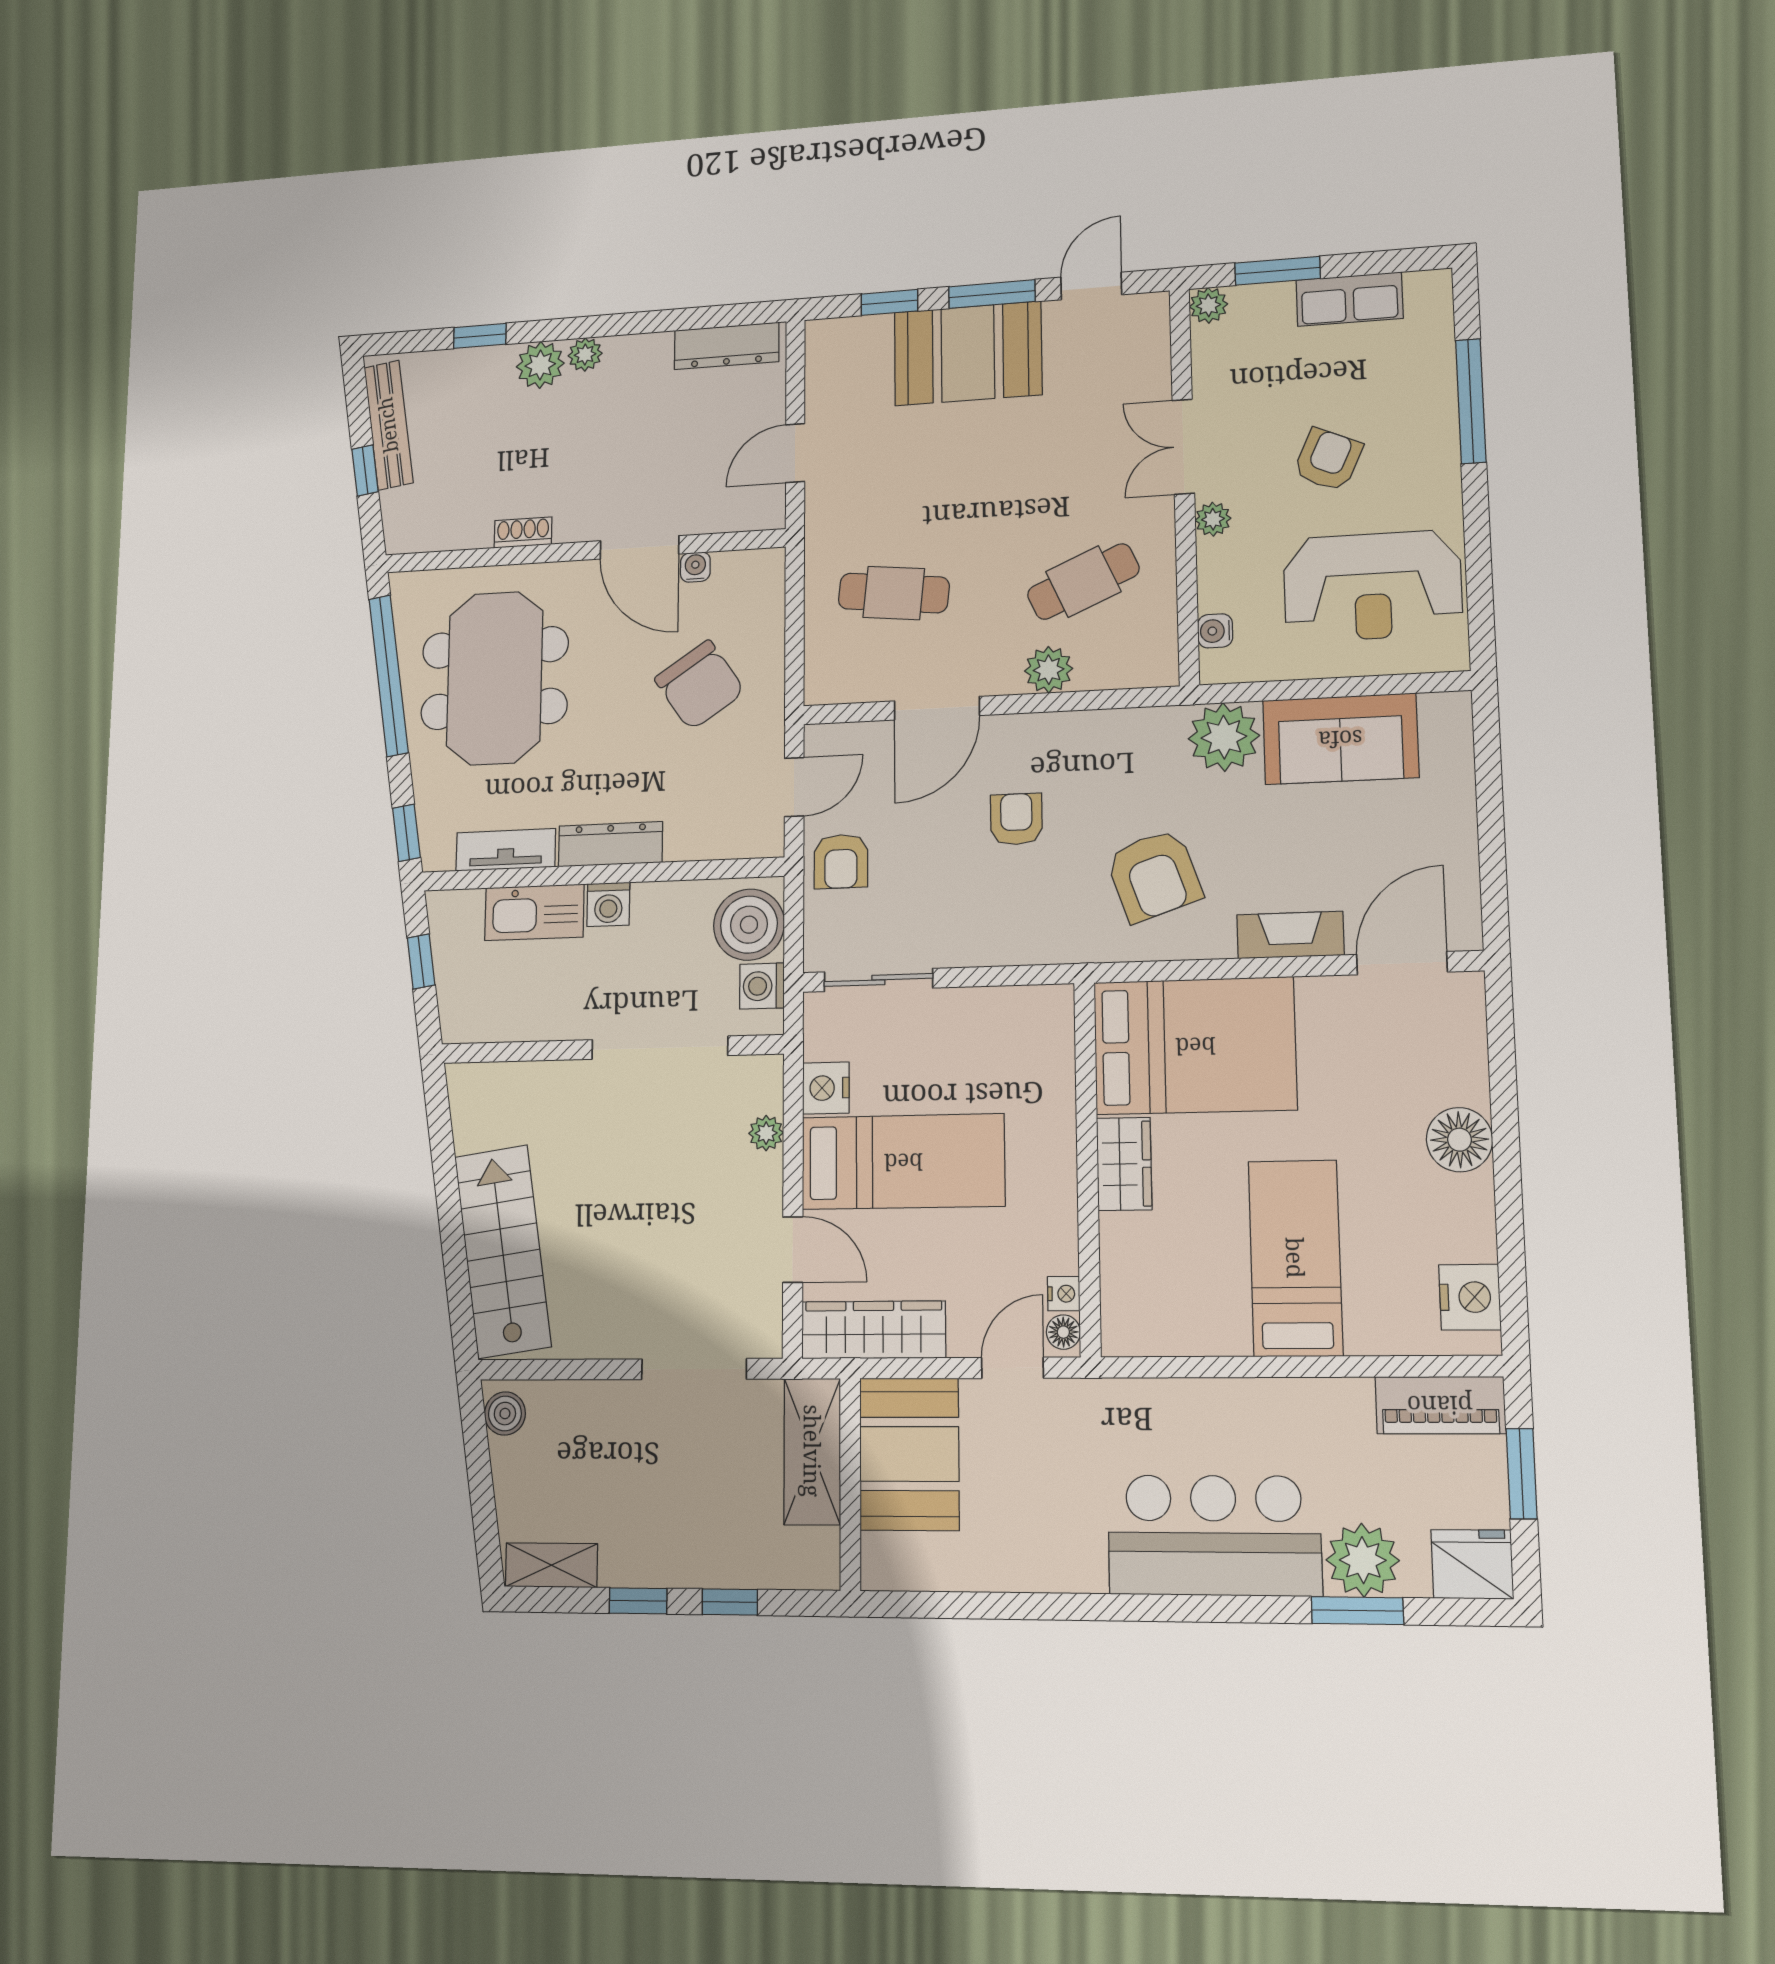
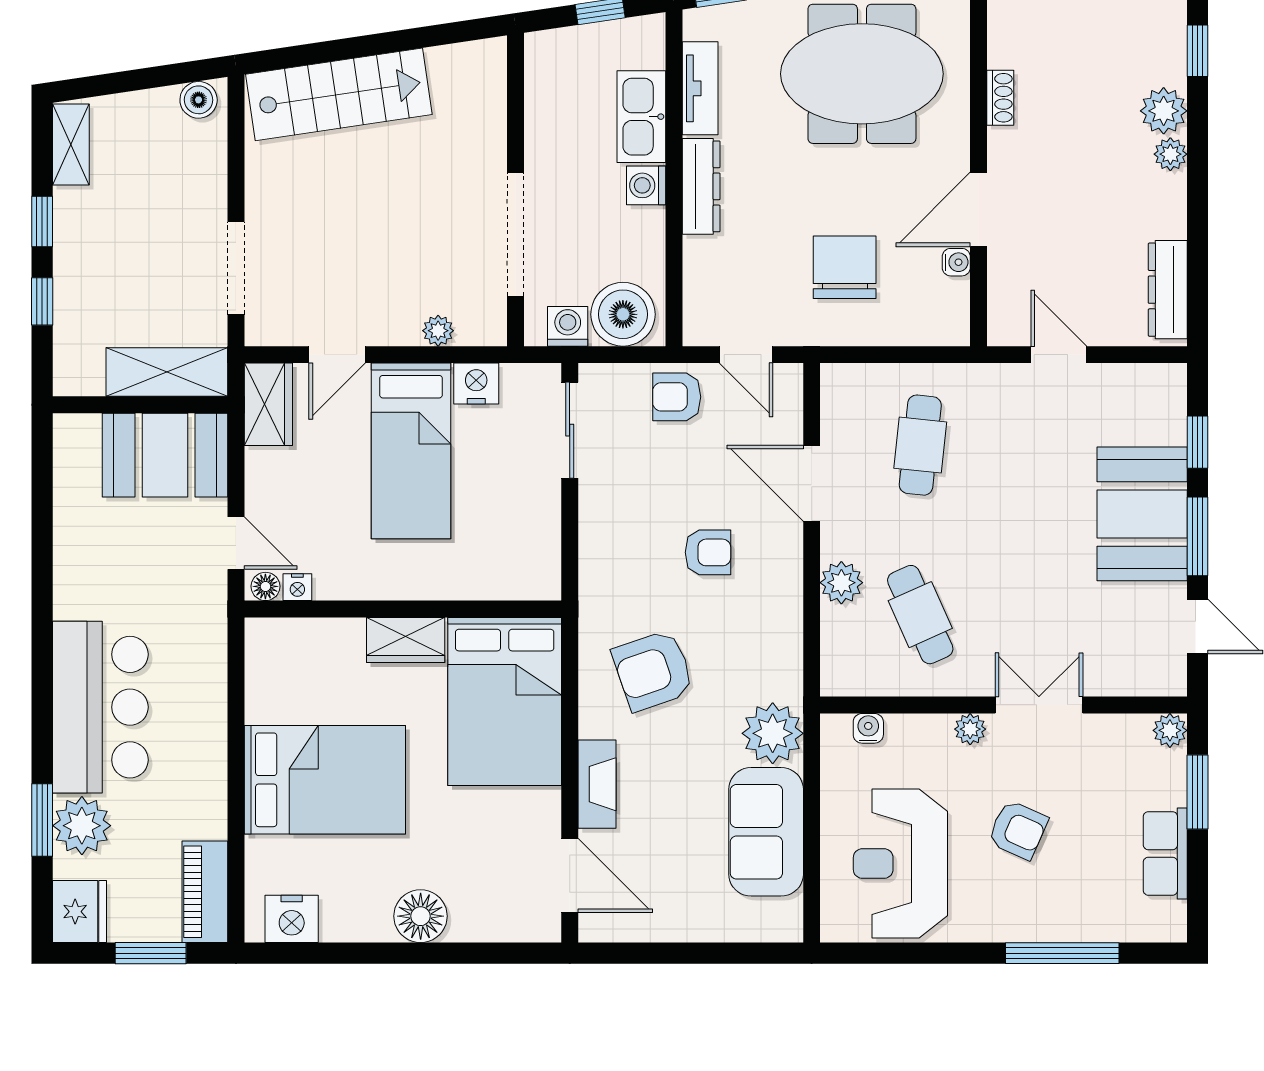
chair: (700, 685) -> (845, 267), turned 124
bed: (1295, 1258) -> (325, 780), width x1.50
wardrobe: (874, 1330) -> (268, 404), width x0.67

